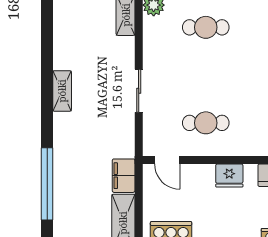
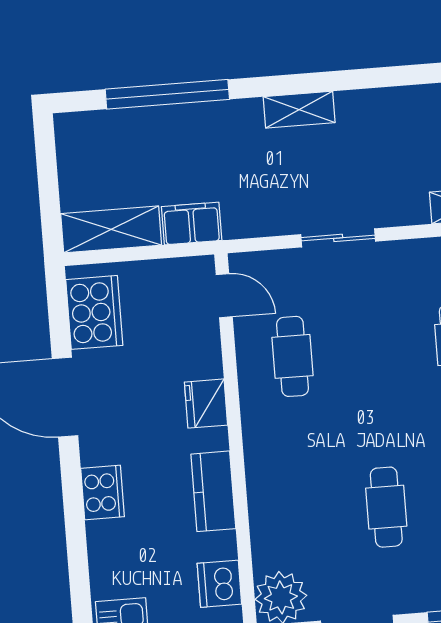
shelving: (62, 91) -> (299, 110), moved
door: (167, 160) -> (224, 296), swing flipped

